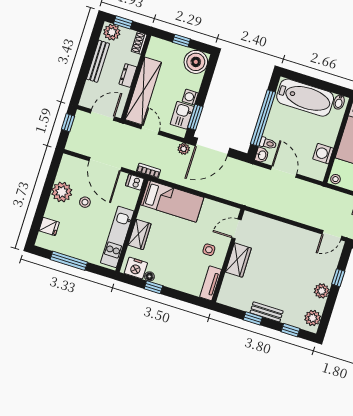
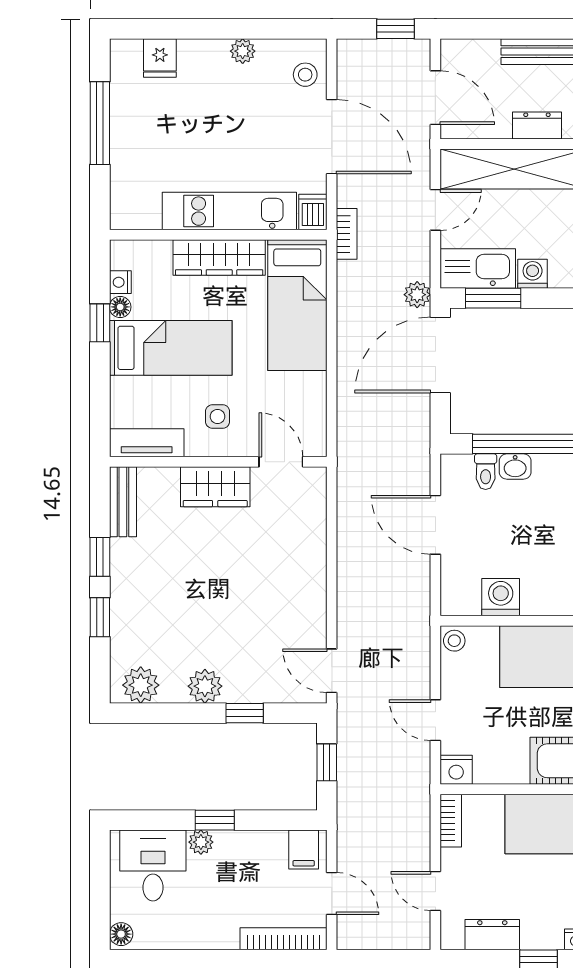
kitchen sink: (182, 115) -> (478, 269), width x1.38
door: (212, 147) -> (440, 355), hinge flipped
washbasin: (262, 155) -> (515, 466), moved
door: (105, 164) -> (332, 137), swing flipped
door: (284, 172) -> (435, 525), swing flipped
plant: (62, 192) -> (243, 51), width x0.53, depth x0.53
stool: (85, 202) -> (305, 75), moved
wardrobe: (140, 234) -> (219, 257), width x1.50
kitchen unit: (117, 237) -> (229, 211), moved
bed: (173, 260) -> (171, 348), added
nightstand: (136, 268) -> (120, 282), width x0.53, depth x0.56
bench: (267, 312) -> (123, 502), moved
window: (291, 330) -> (100, 617), moved

